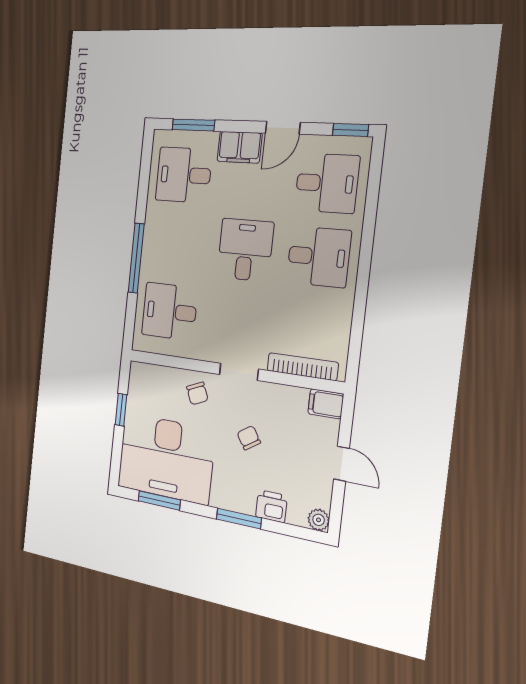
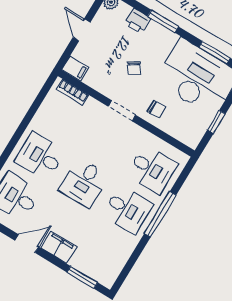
desk: (184, 175) -> (128, 210), moved
bookcase: (302, 367) -> (72, 92), width x0.64
chair: (197, 393) -> (156, 109), turned 113

